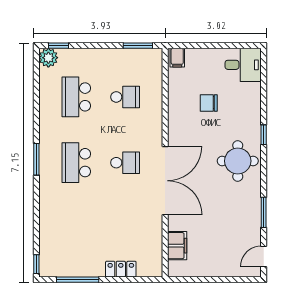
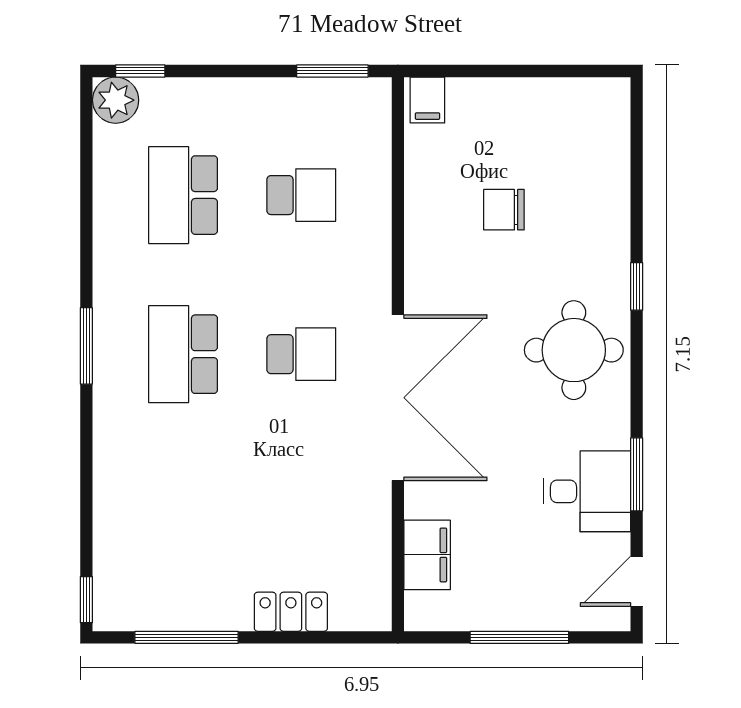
desk: (243, 65) -> (587, 491), moved
window: (215, 280) -> (519, 637), added

